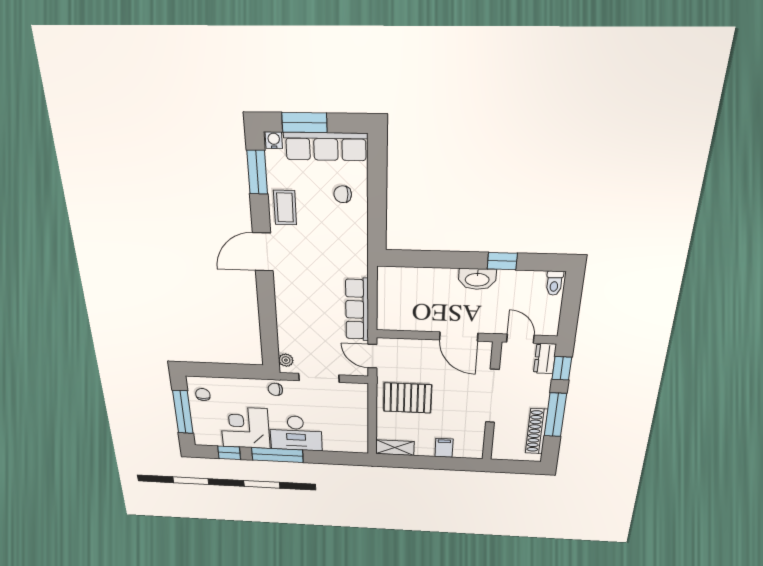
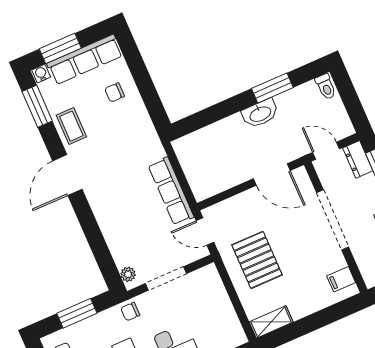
window: (502, 261) -> (272, 88), width x1.50
window: (227, 371) -> (77, 313), added
pallet: (408, 398) -> (257, 260), turned 90
filing cabinet: (444, 448) -> (341, 279), moved, turned -90

